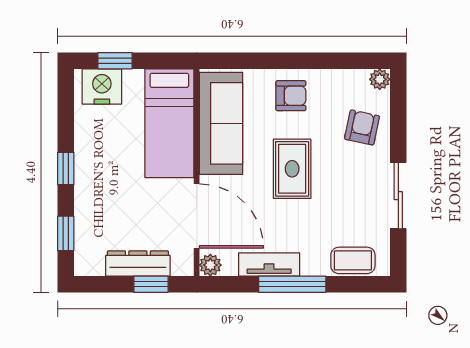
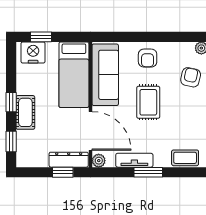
armchair: (291, 96) -> (148, 58), turned 90
cot: (89, 186) -> (25, 112), added
dresser: (138, 263) -> (69, 160), moved
window: (292, 284) -> (148, 172), width x0.69

